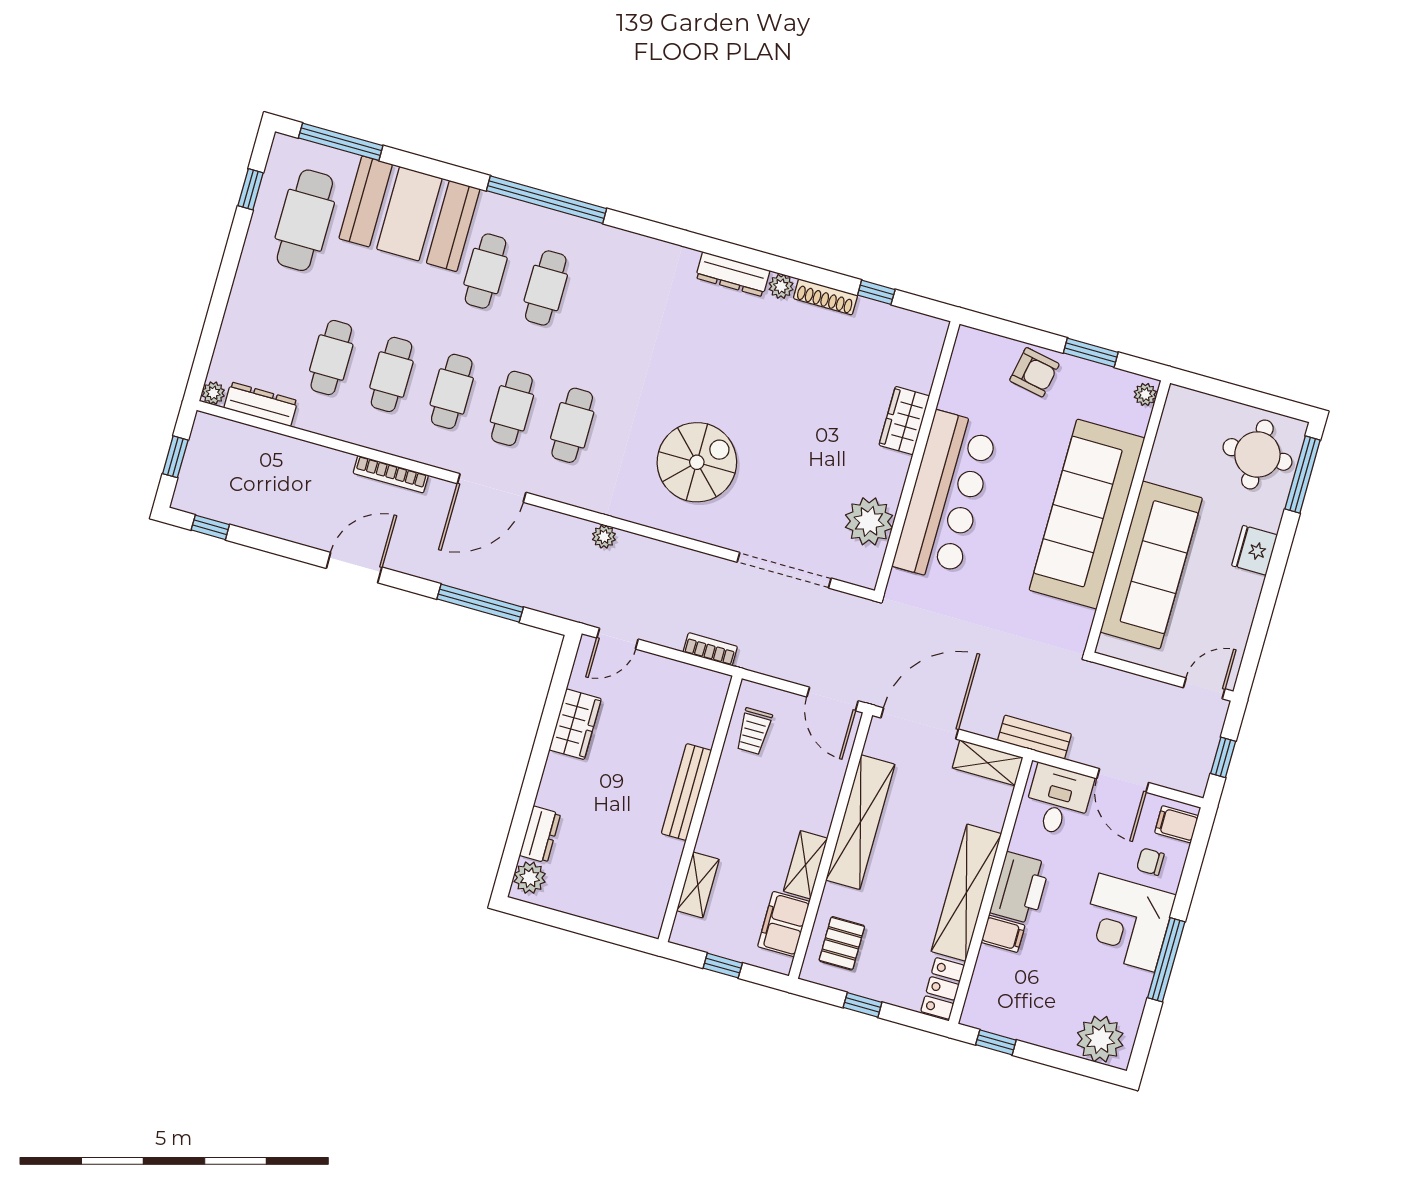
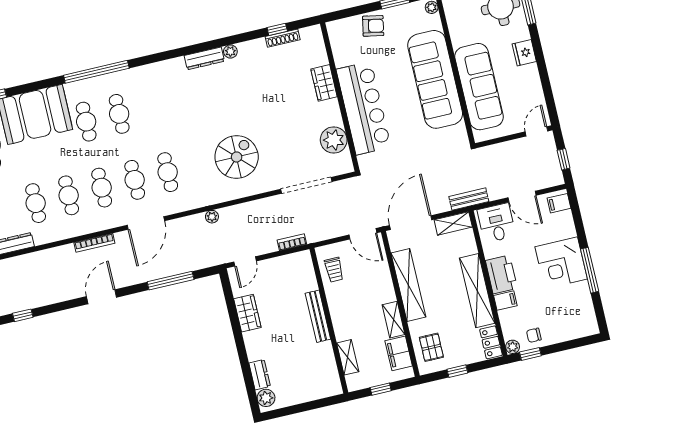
shoe rack: (825, 297) -> (283, 38), moved
chair: (1150, 862) -> (534, 335), moved
plant: (1100, 1039) -> (513, 347), moved, width x0.53, depth x0.53

